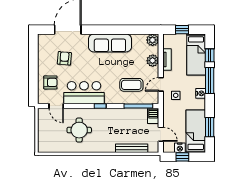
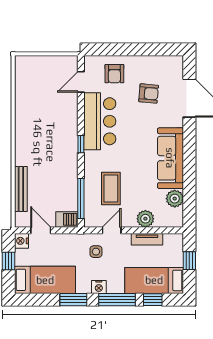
plant: (152, 40) -> (175, 199), moved
door: (161, 84) -> (112, 230), hinge flipped
window: (210, 127) -> (73, 300), moved
round table: (79, 130) -> (47, 114), removed
door: (161, 134) -> (41, 230), swing flipped
nightstand: (180, 148) -> (21, 241), moved

